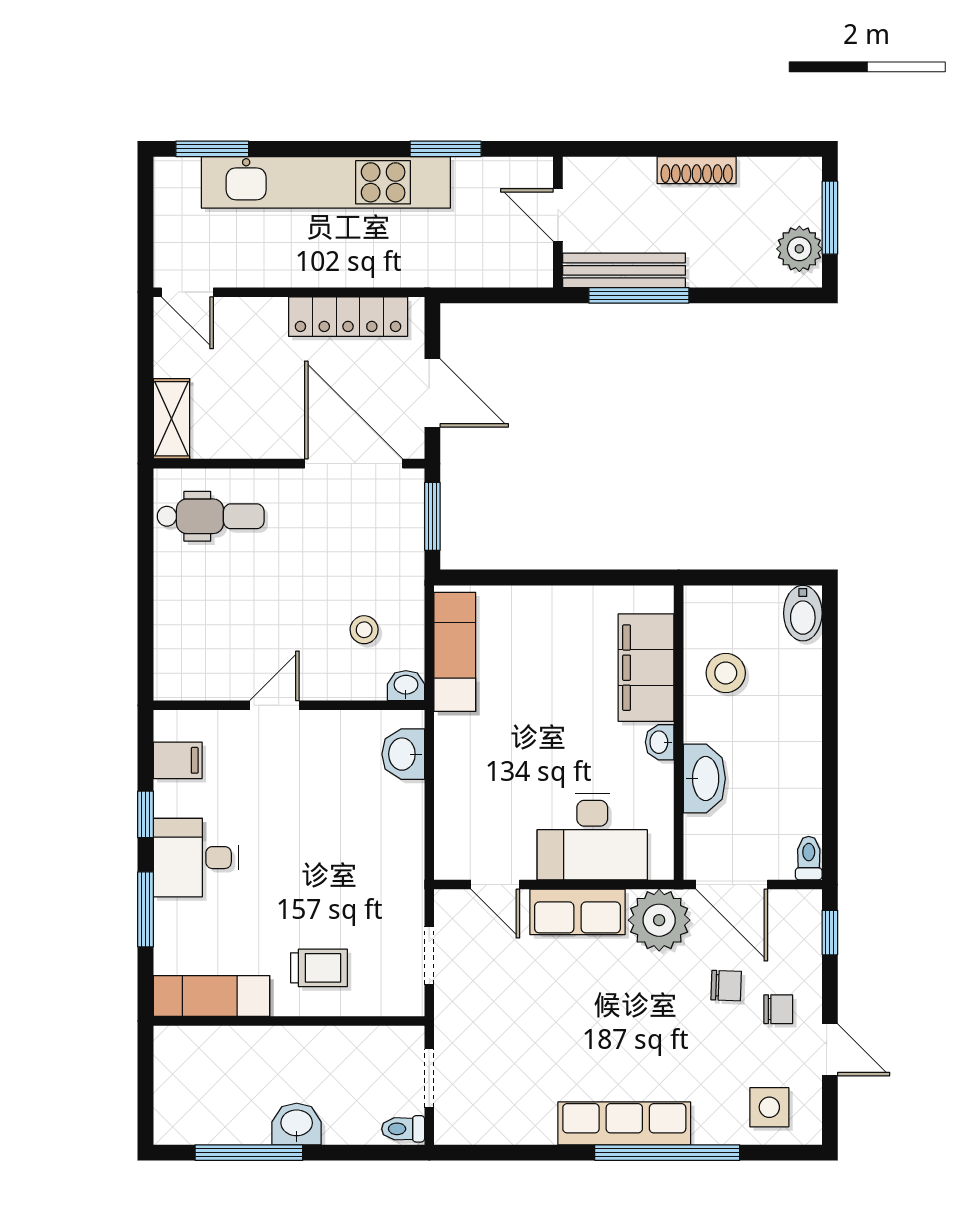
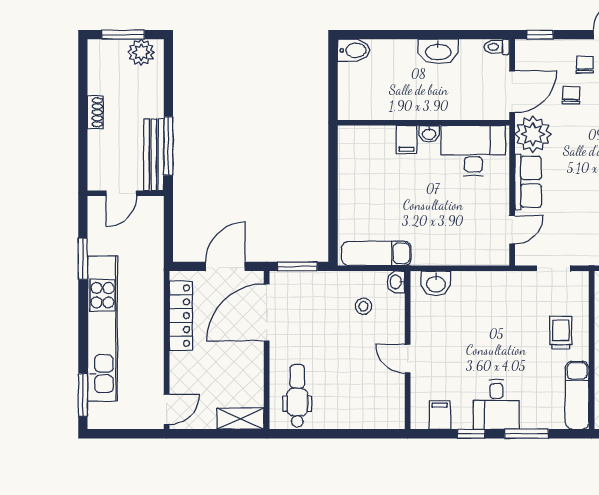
shoe rack: (697, 170) -> (95, 112), width x0.70
filing cabinet: (646, 668) -> (406, 139), width x0.33, depth x0.86
stool: (726, 673) -> (389, 95), removed
washbasin: (704, 778) -> (438, 51), moved, turned 180
desk: (592, 837) -> (473, 151), moved, turned -90

